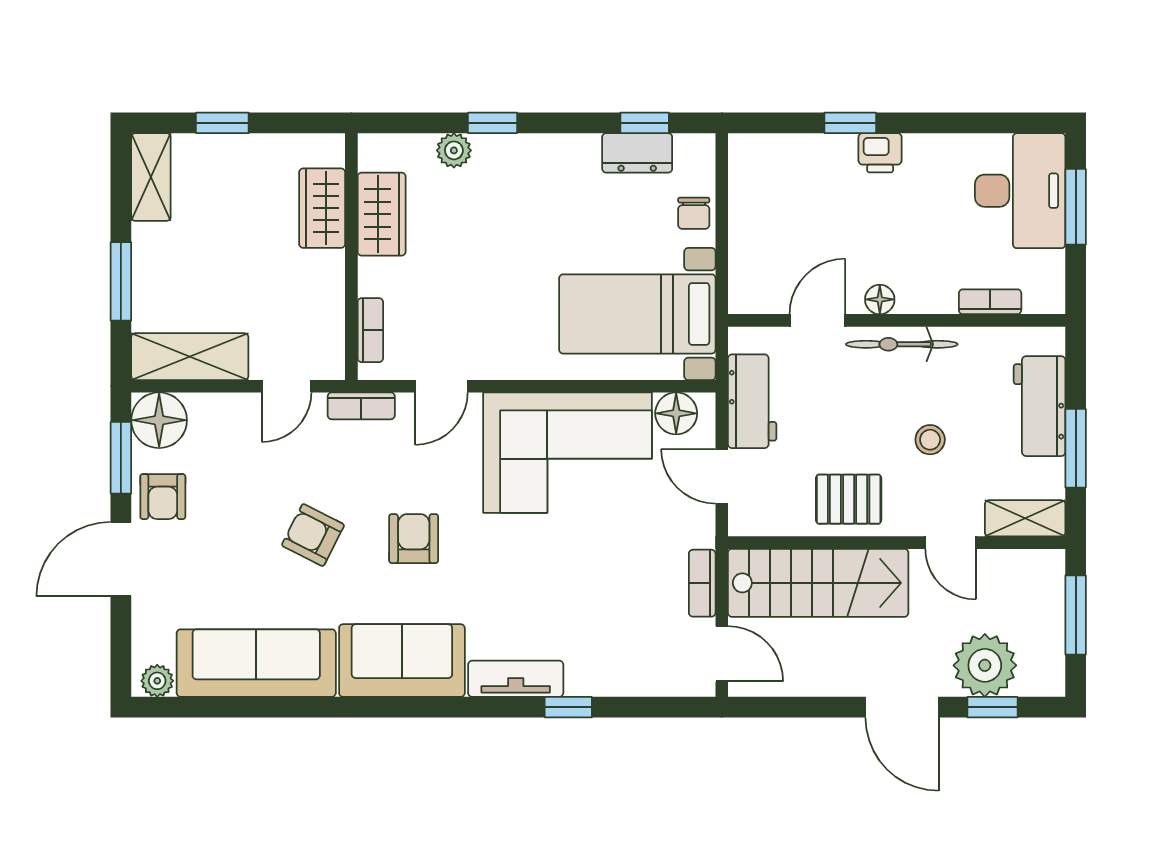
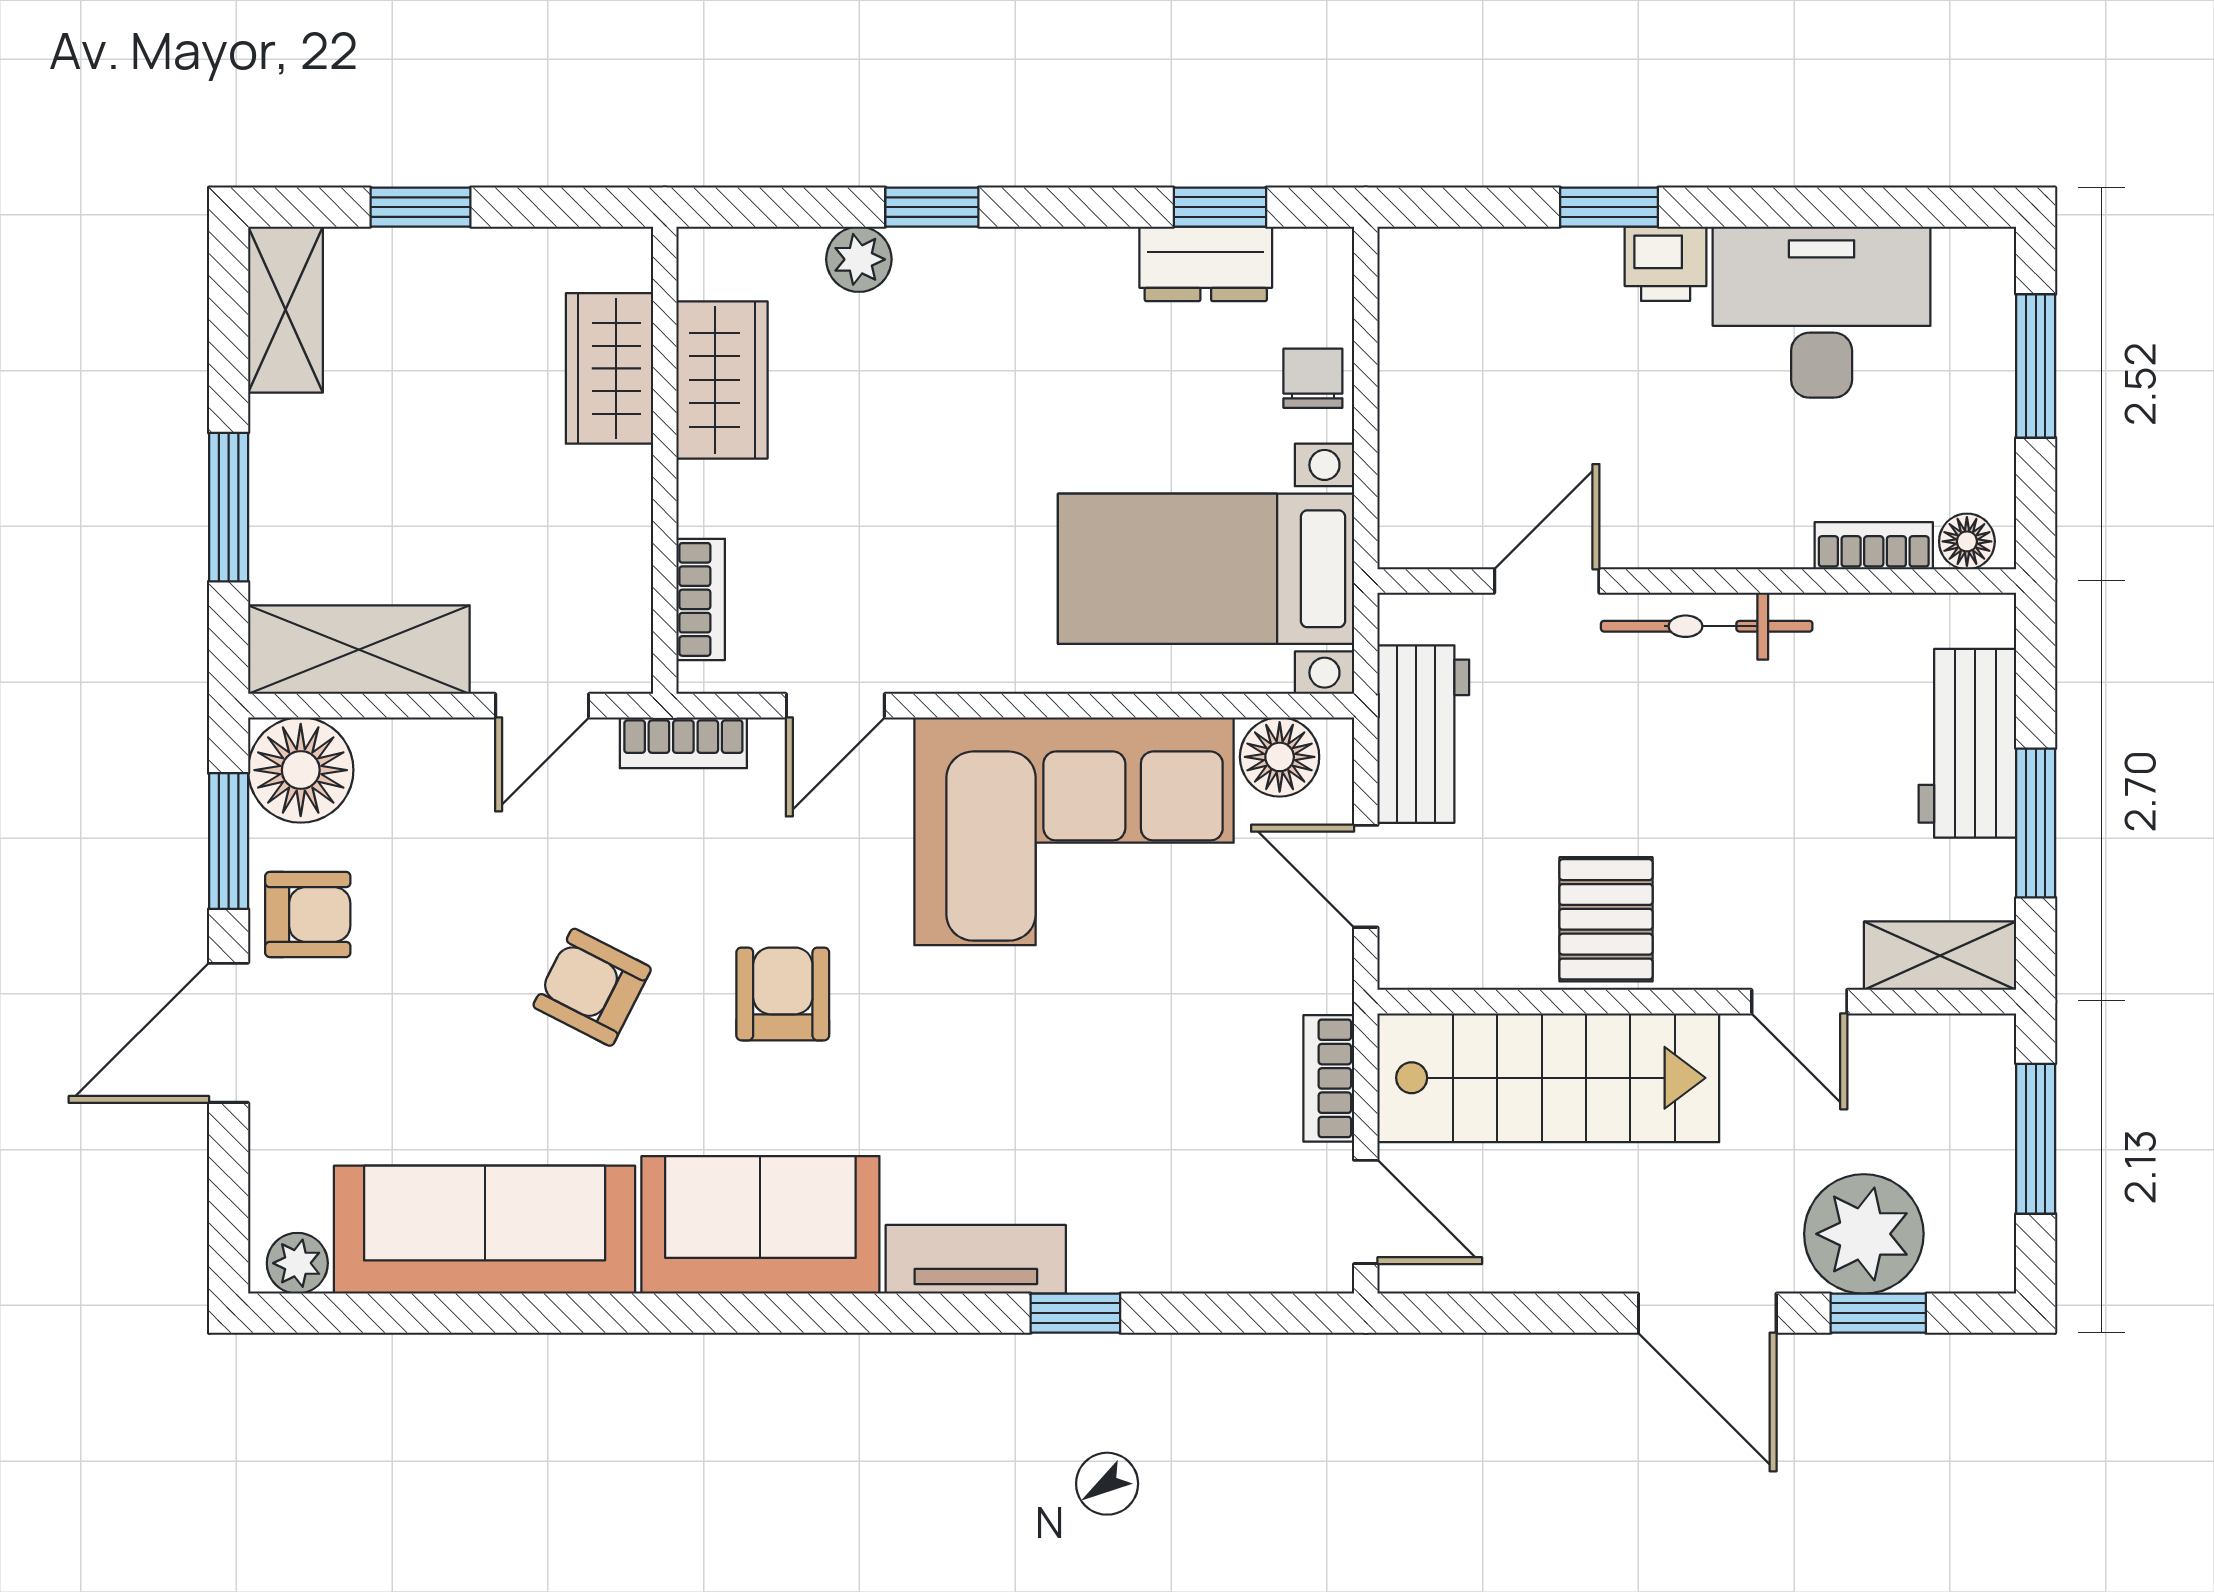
desk: (1020, 191) -> (1822, 312), moved, turned -90
chair: (694, 213) -> (1313, 378), turned 180
floor lamp: (880, 299) -> (1967, 541), moved
stool: (930, 440) -> (1760, 807), removed
armchair: (163, 497) -> (308, 914), turned -90
pallet: (849, 499) -> (1606, 919), turned 90

